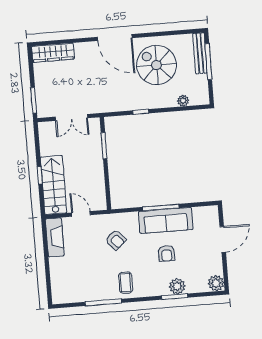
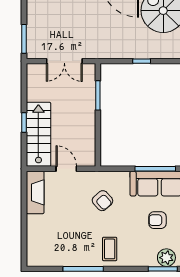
armchair: (166, 253) -> (157, 220), turned 90

